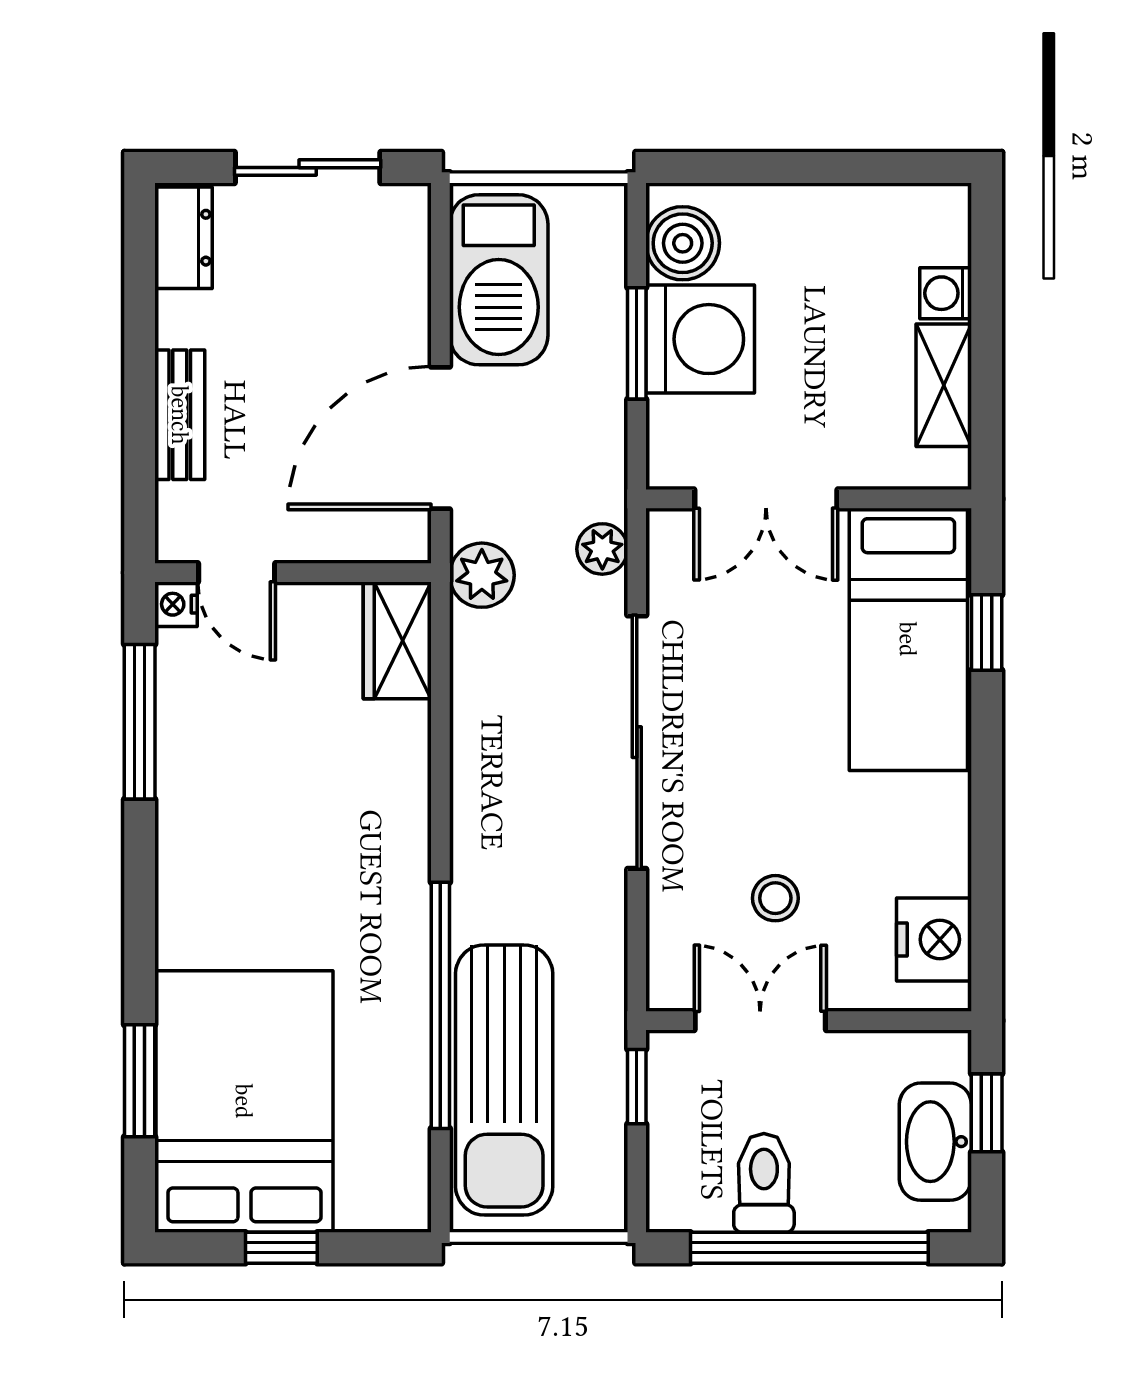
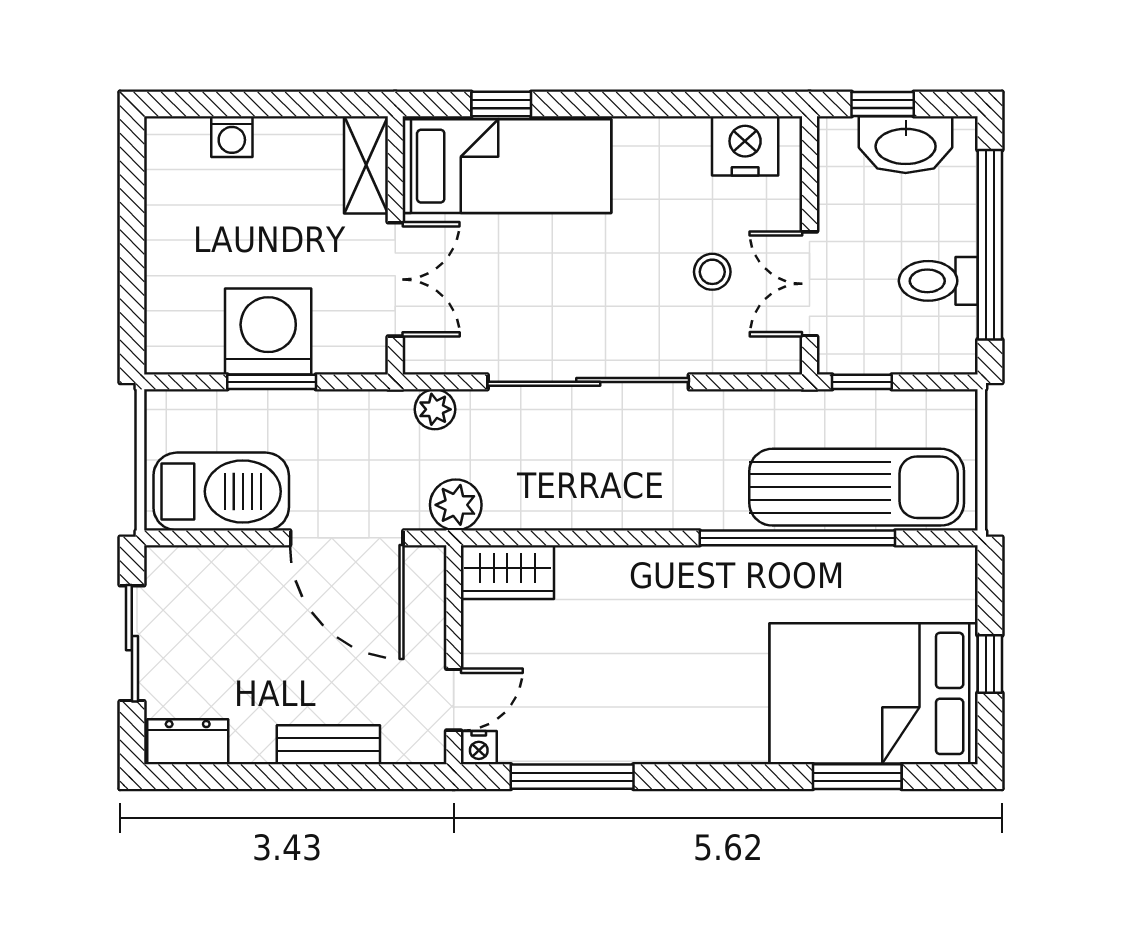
boiler: (683, 243) -> (192, 345), removed
shelving: (944, 385) -> (366, 165), moved, turned 90

